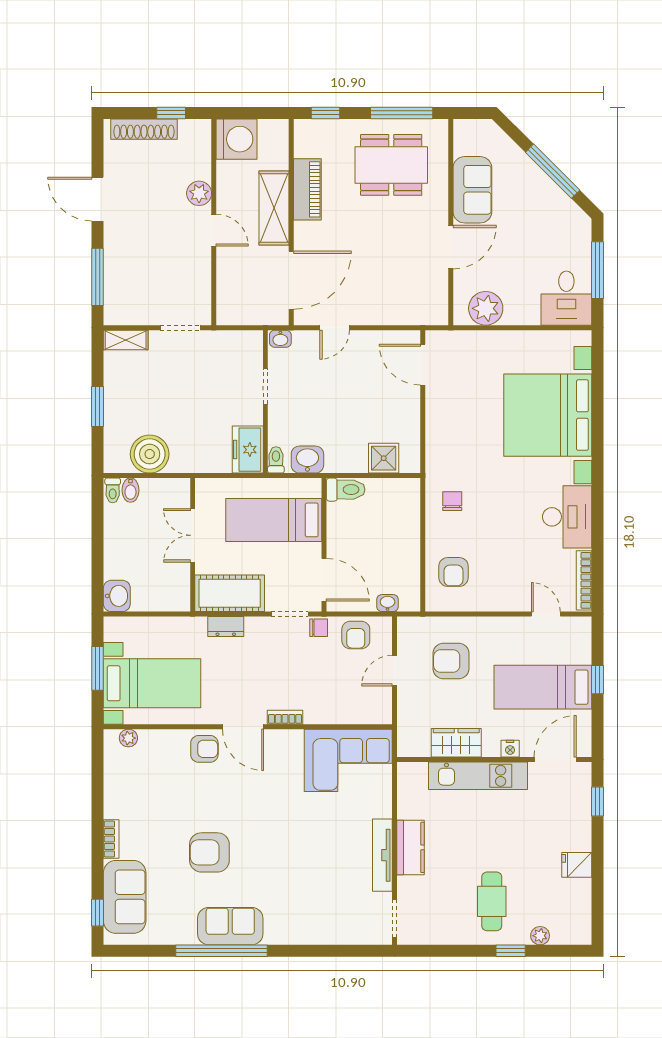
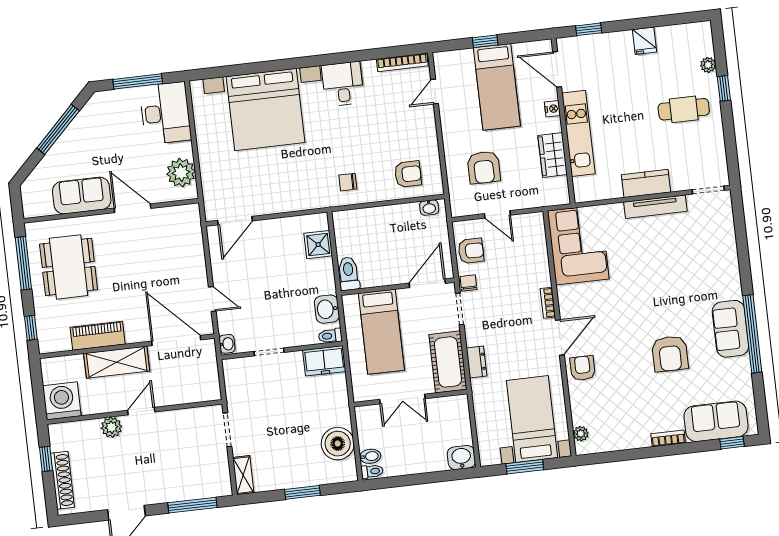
desk: (566, 298) -> (165, 113), width x1.37
desk: (567, 517) -> (343, 84), width x0.73
washbasin: (387, 603) -> (429, 208), moved, turned -90

